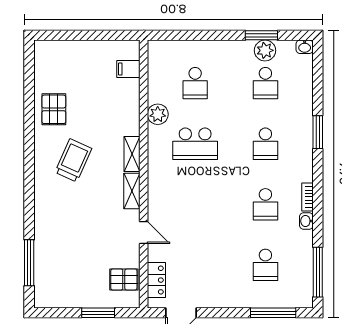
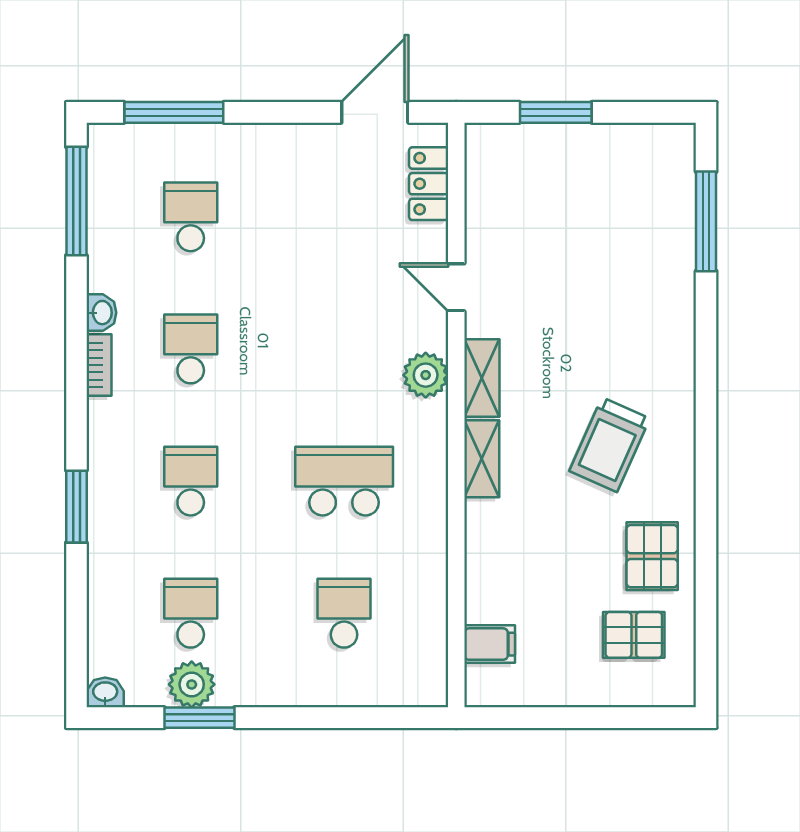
plant: (158, 114) -> (426, 375), moved
pallet: (124, 280) -> (634, 635), moved

